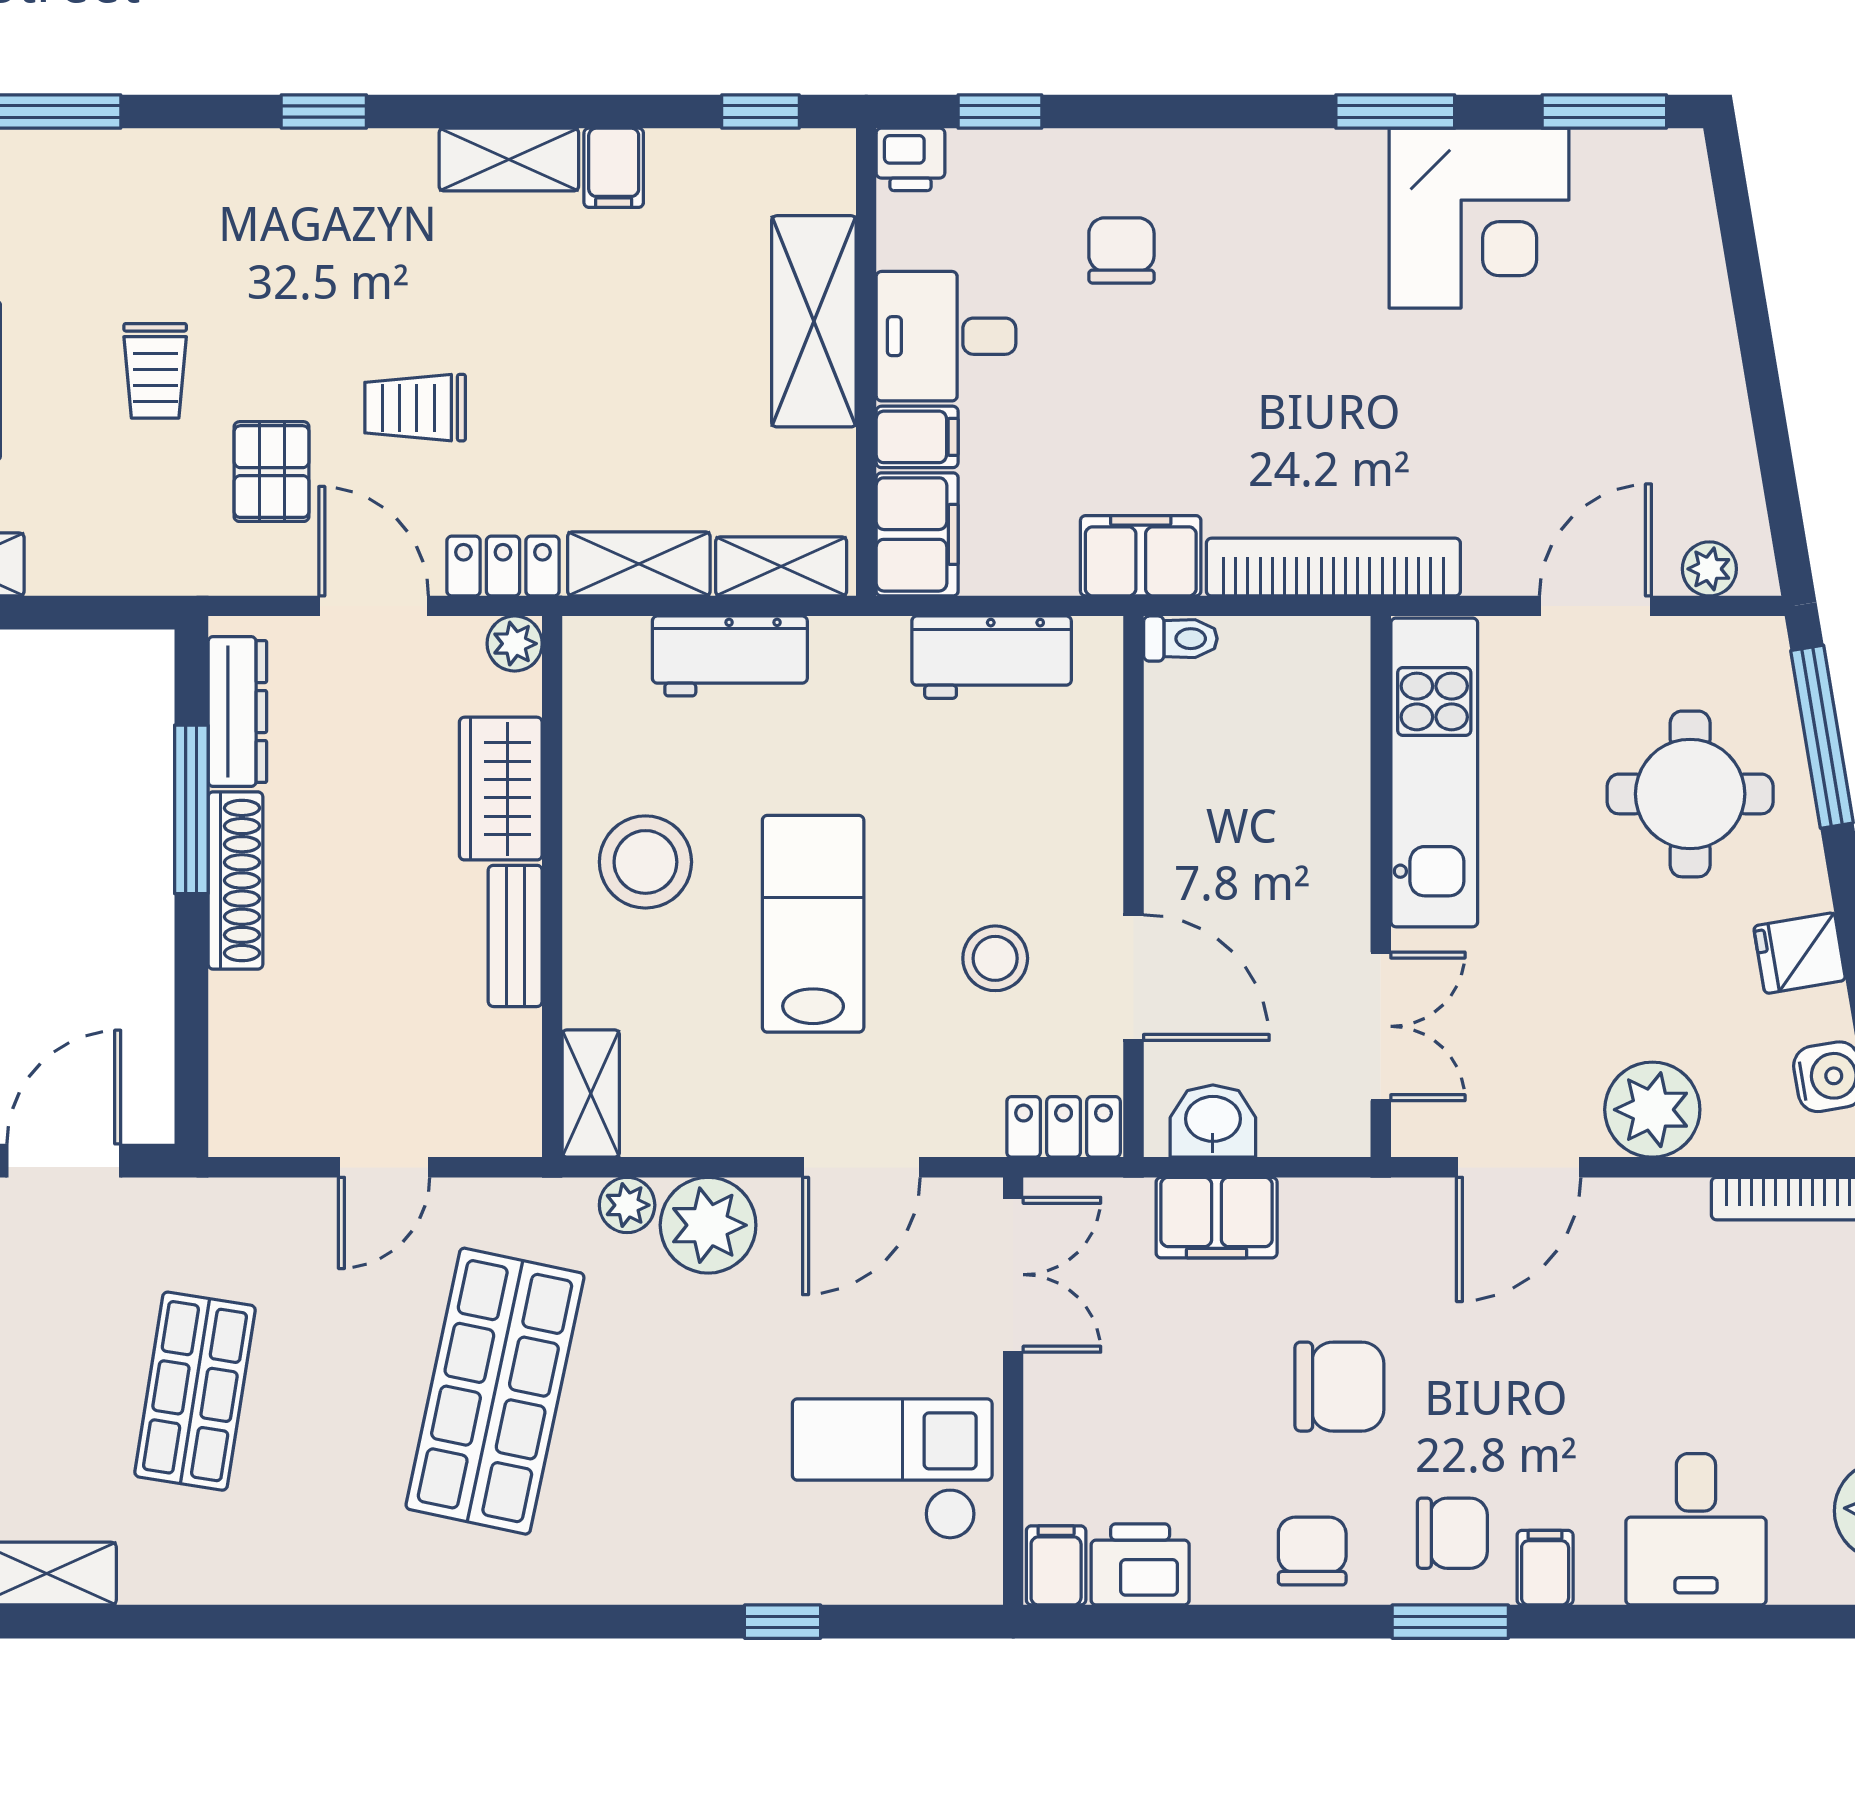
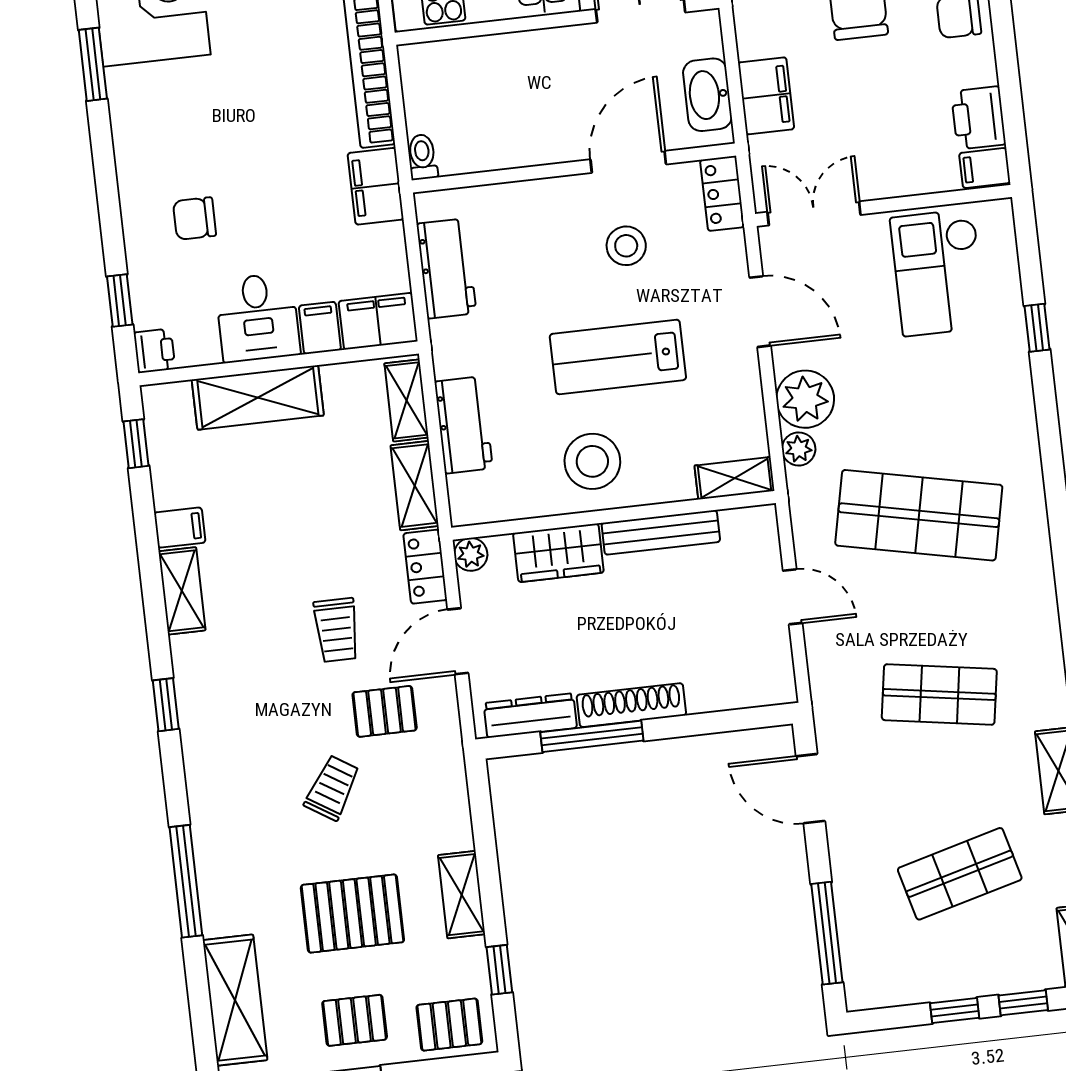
trolley: (155, 371) -> (332, 788), turned -58
bench: (515, 936) -> (661, 532), width x1.36
washbasin: (1213, 1121) -> (707, 95), width x1.38

